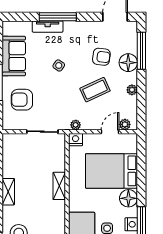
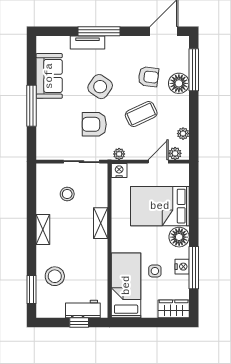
side table: (59, 65) -> (100, 87), width x1.87, depth x1.87
plant: (132, 90) -> (183, 134), moved
armchair: (22, 100) -> (94, 124), moved
stool: (30, 160) -> (67, 194), added

